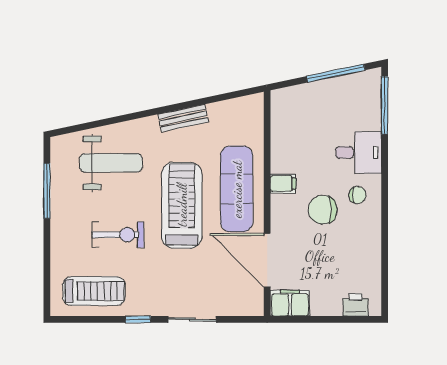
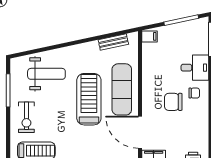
bench: (183, 118) -> (113, 42), moved
filing cabinet: (283, 183) -> (149, 36), moved
exercise bike: (118, 235) -> (26, 117), moved, turned 90

